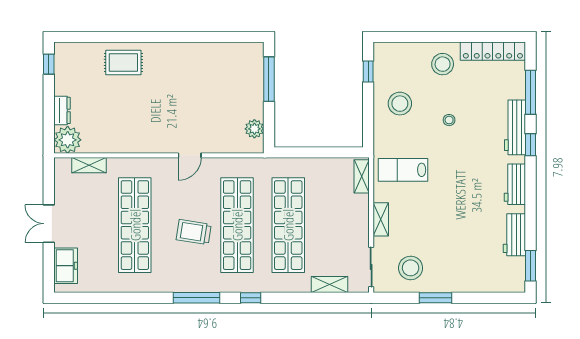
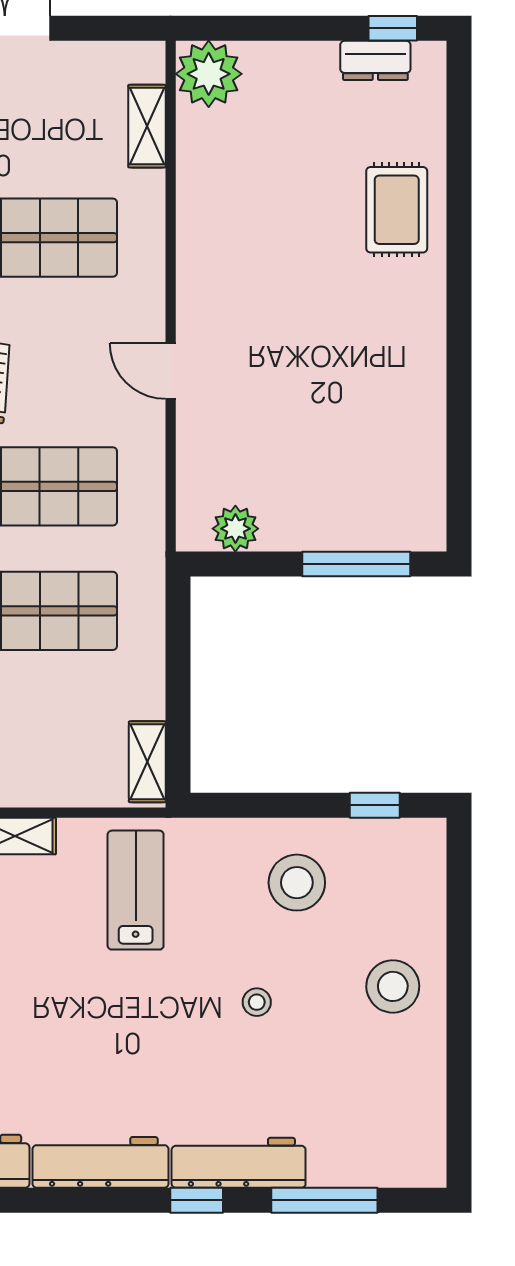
locker: (493, 51) -> (424, 1109), removed
dresser: (62, 110) -> (375, 60), moved
shelving: (362, 176) -> (147, 762), moved, turned 90
workbench: (515, 184) -> (101, 1162), width x1.38

